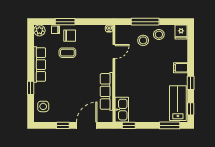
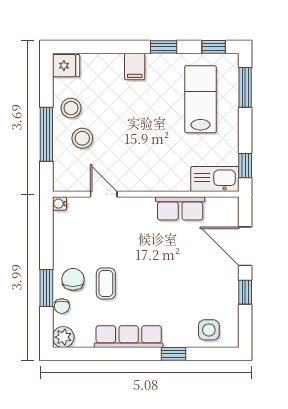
row of seats: (107, 91) -> (180, 208), width x0.68
lab bench: (178, 103) -> (201, 99), moved, turned 90

